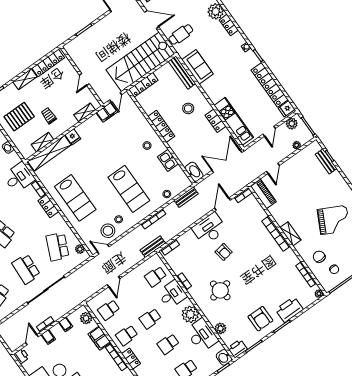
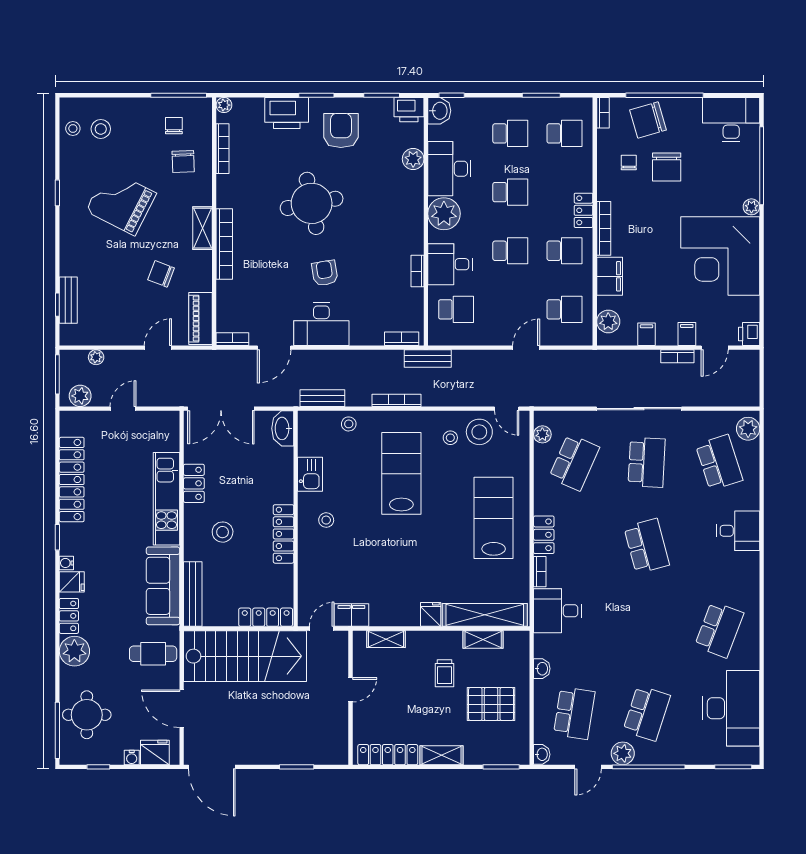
sofa: (197, 67) -> (163, 586), width x1.36
fridge: (287, 109) -> (72, 582), moved
kitchen unit: (234, 121) -> (167, 499), moved
chair: (294, 201) -> (161, 274), added
round table: (220, 290) -> (312, 203), moved, width x1.36, depth x1.36

